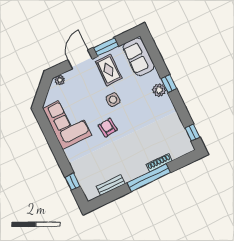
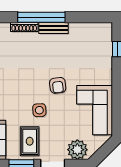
plant: (60, 80) -> (77, 150), width x1.87, depth x1.87
bench: (111, 185) -> (53, 28), moved

